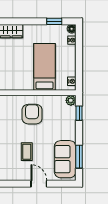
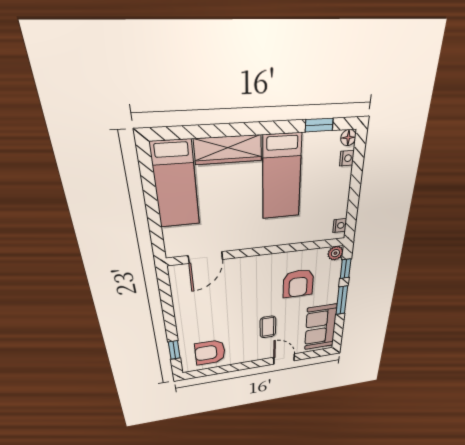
bed: (44, 67) -> (282, 177), moved, turned 180
armchair: (32, 114) -> (298, 283), moved, turned 180
window: (79, 157) -> (342, 300), moved

